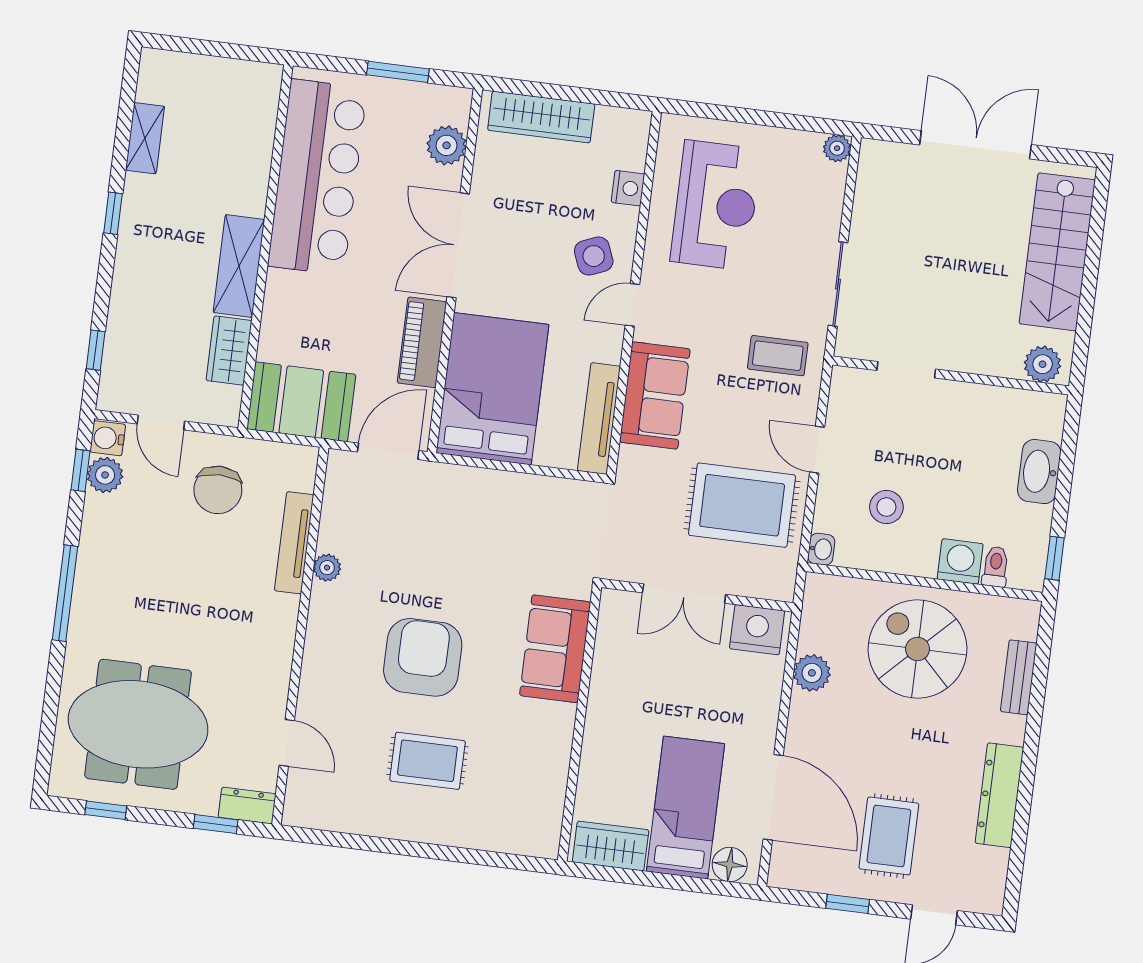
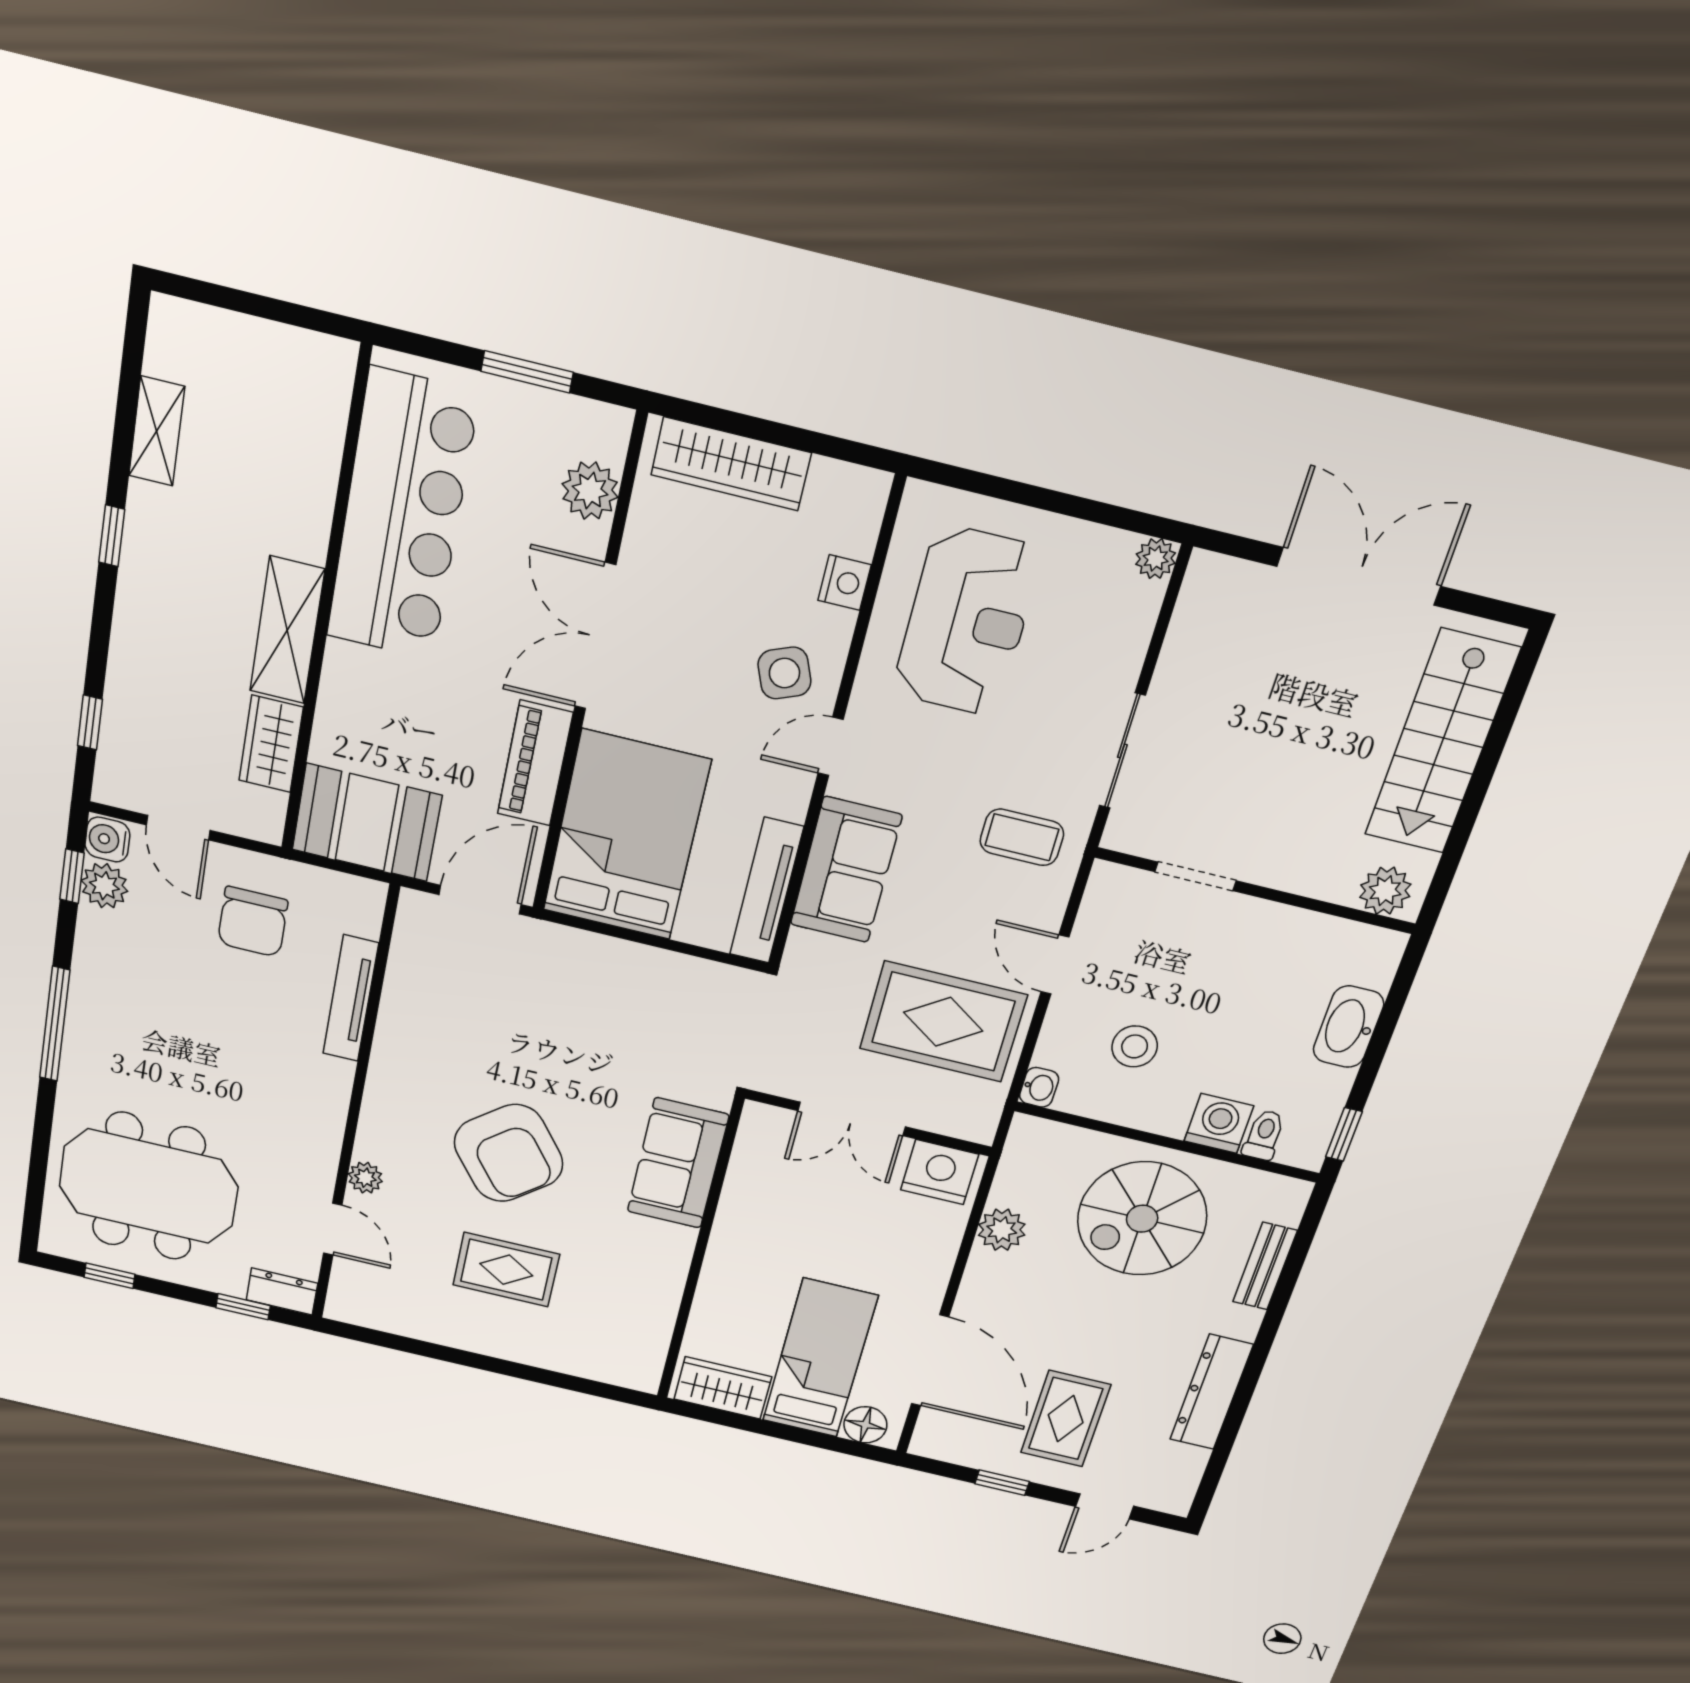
plant: (327, 568) -> (365, 1178), moved
spiral stairs: (917, 649) -> (1142, 1219), turned -90
armchair: (423, 657) -> (509, 1153), turned 142

